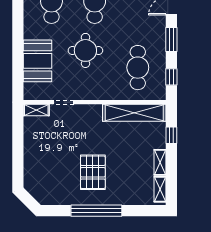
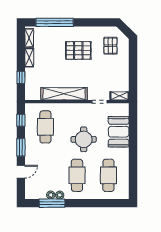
shelving: (134, 113) -> (64, 94), moved
pallet: (93, 172) -> (78, 50), turned 90
pallet: (49, 179) -> (110, 46), added
window: (96, 211) -> (55, 22), moved

